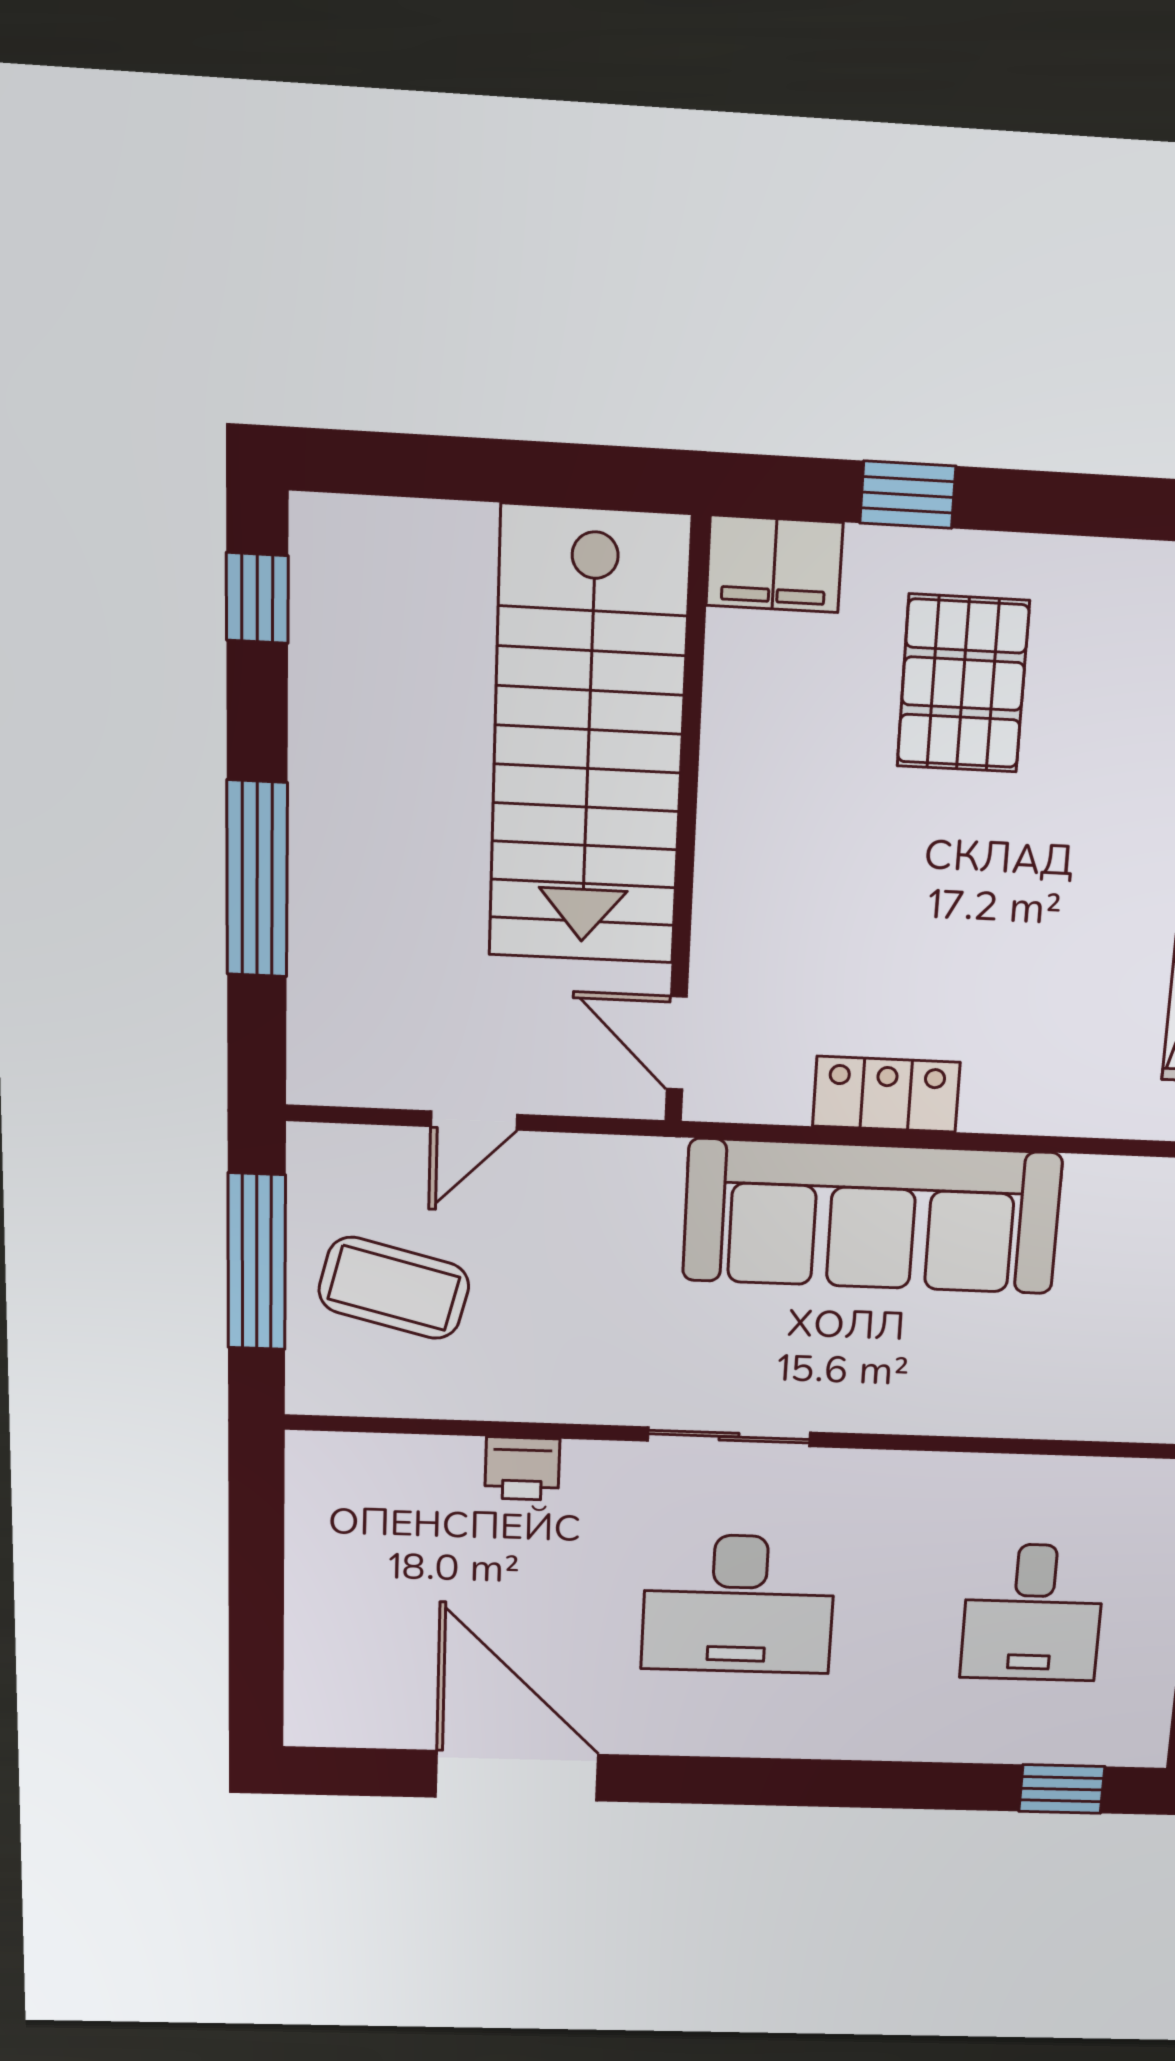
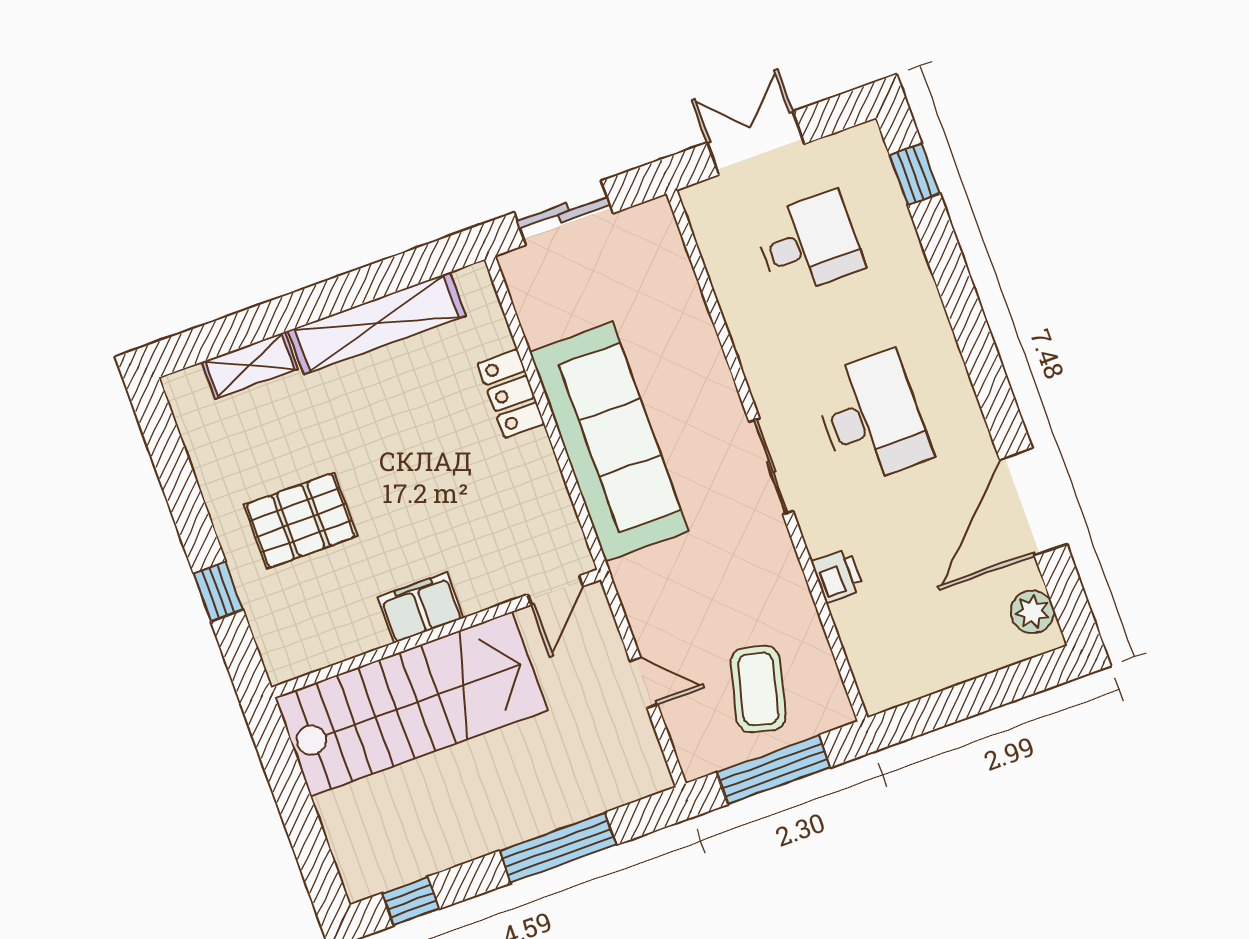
filing cabinet: (774, 564) -> (421, 608), moved, turned -90
locker: (886, 1094) -> (511, 394), moved
plant: (354, 1717) -> (1032, 612), added

